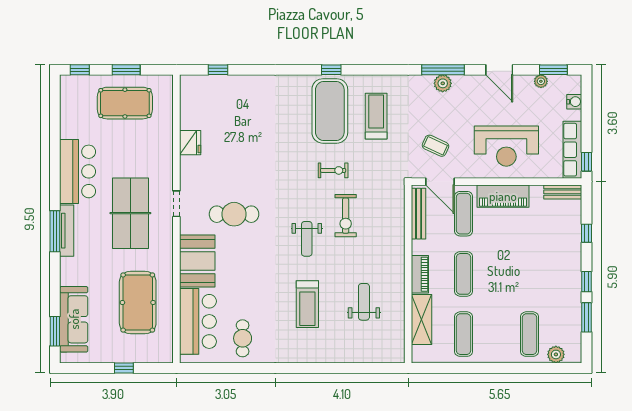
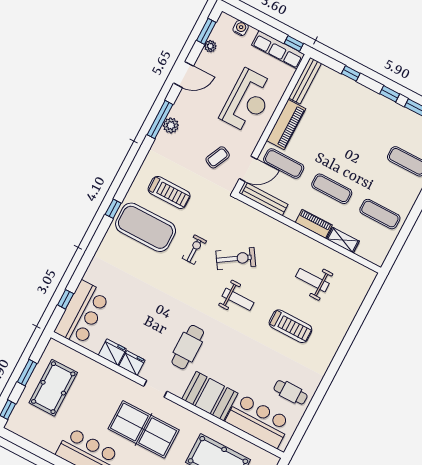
bar counter: (213, 93) -> (82, 313), added
treadmill: (376, 116) -> (169, 192), turned 180
fridge: (190, 168) -> (132, 363), added
bench: (563, 192) -> (305, 81), width x1.36
exercise bike: (346, 216) -> (236, 259), turned -33
shelving: (421, 320) -> (343, 240), width x0.67, depth x0.75

